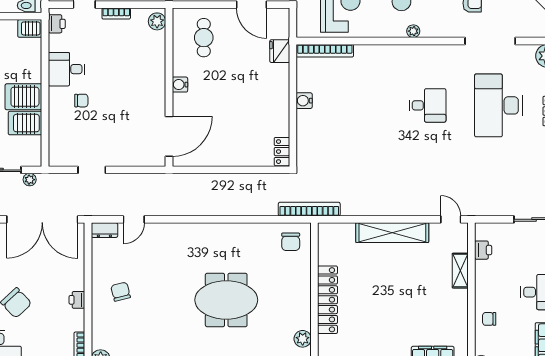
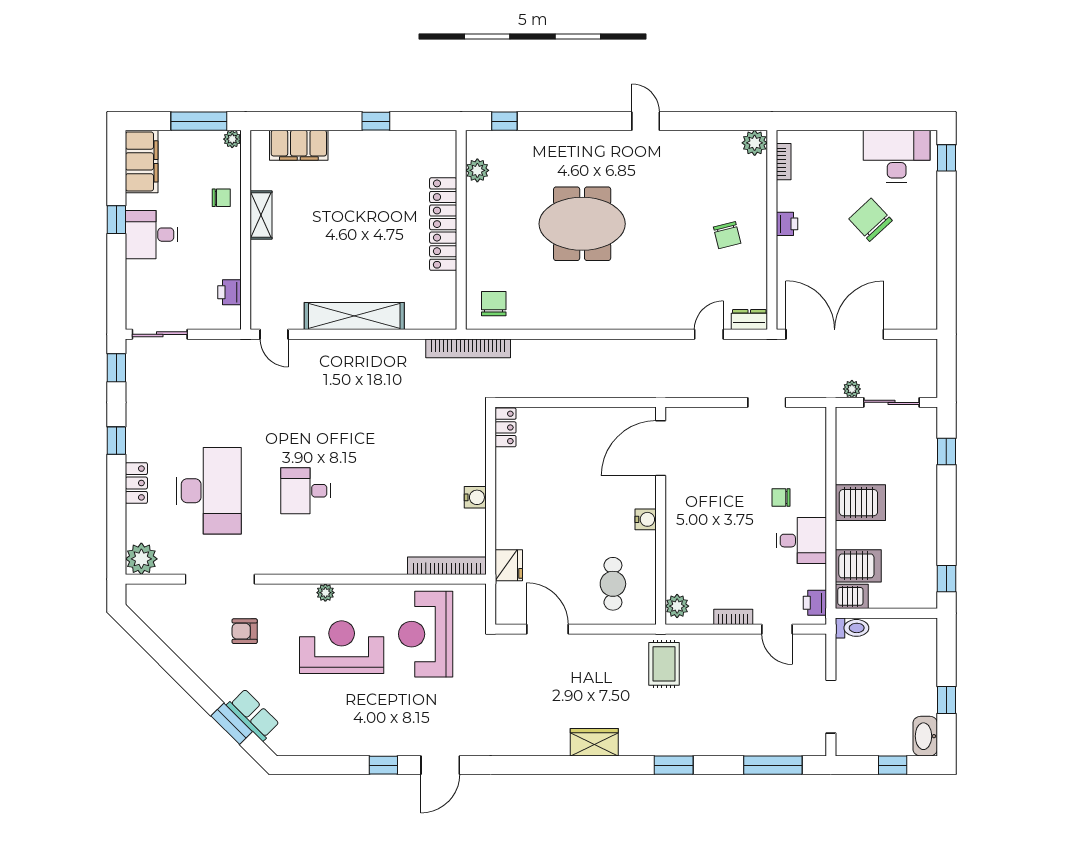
server rack: (25, 123) -> (858, 566), moved
shelving: (460, 271) -> (261, 215), moved

